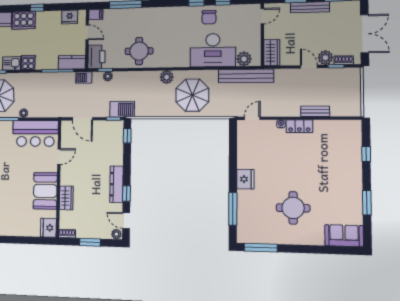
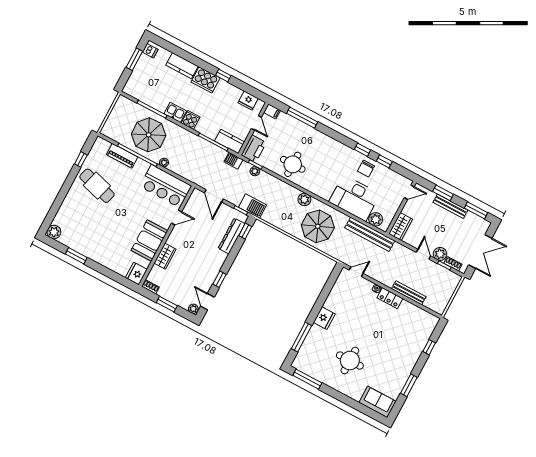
bench: (315, 111) -> (409, 293), width x1.36
dresser: (117, 184) -> (232, 236), moved

